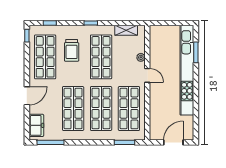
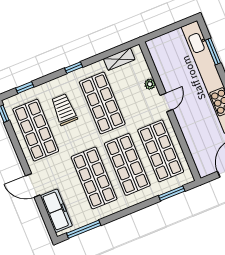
trolley: (72, 50) -> (64, 110), turned 180
door: (147, 75) -> (166, 102), hinge flipped
door: (27, 96) -> (33, 185), swing flipped
freezer: (36, 125) -> (56, 211), width x1.40

